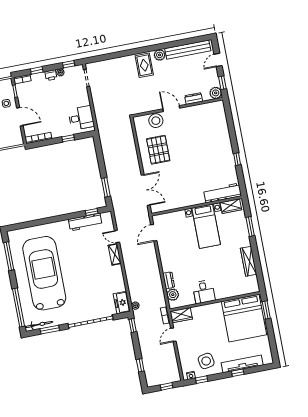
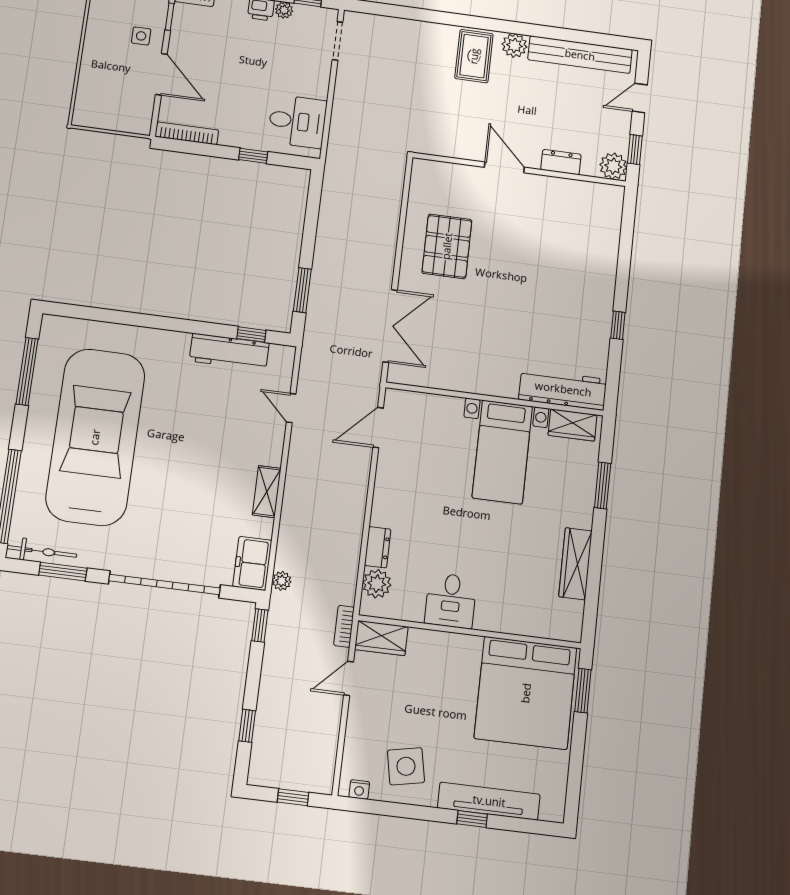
stool: (156, 121) -> (462, 182), removed
shelving: (115, 254) -> (267, 492), moved
window: (202, 380) -> (381, 808), removed

